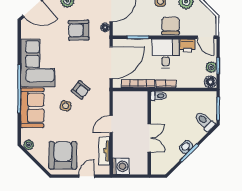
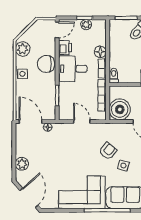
armchair: (79, 30) -> (50, 153), removed
door: (111, 63) -> (82, 121), width x0.53
floor lamp: (211, 82) -> (100, 52), moved
boiler: (124, 102) -> (120, 109), added

